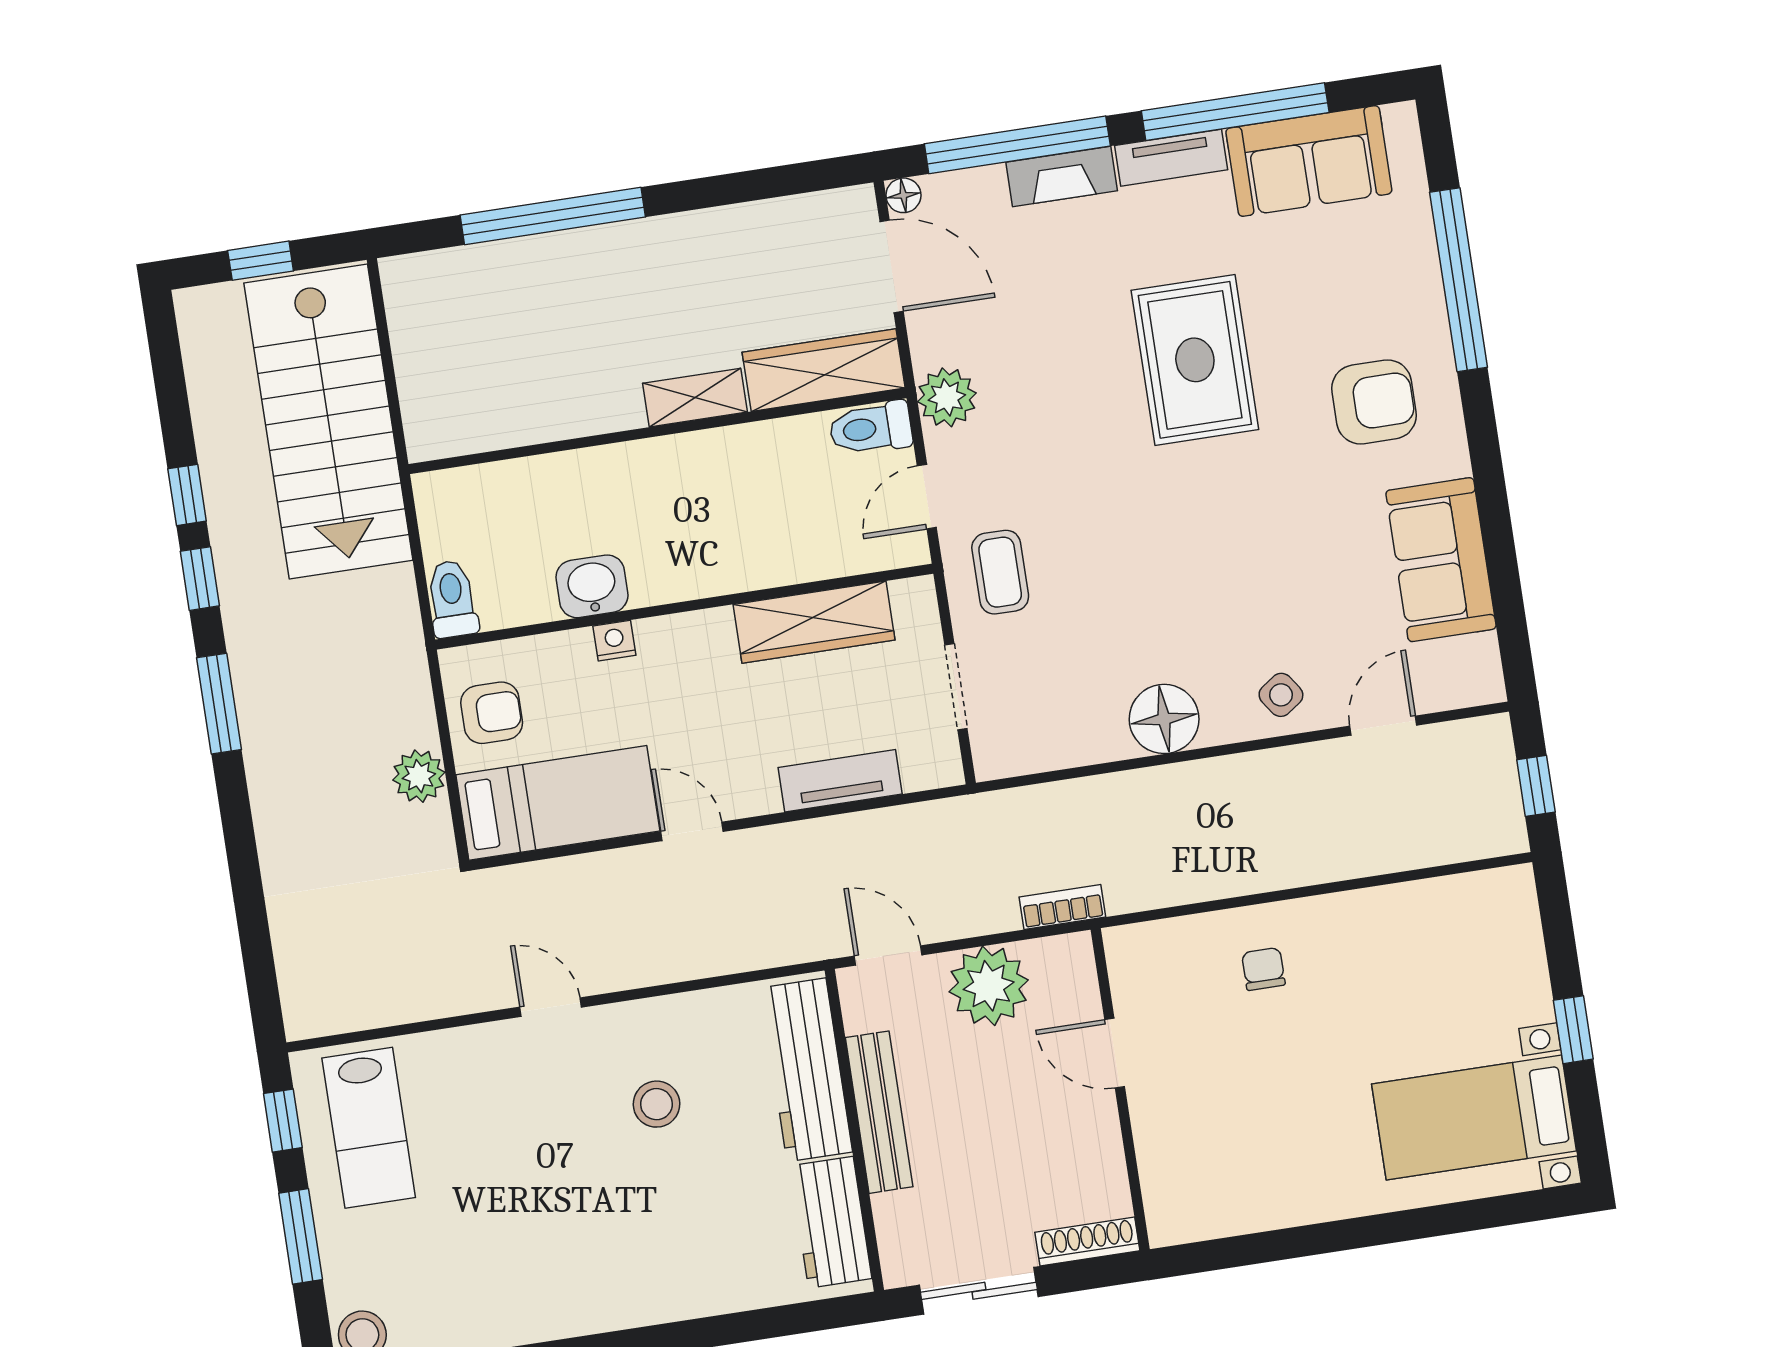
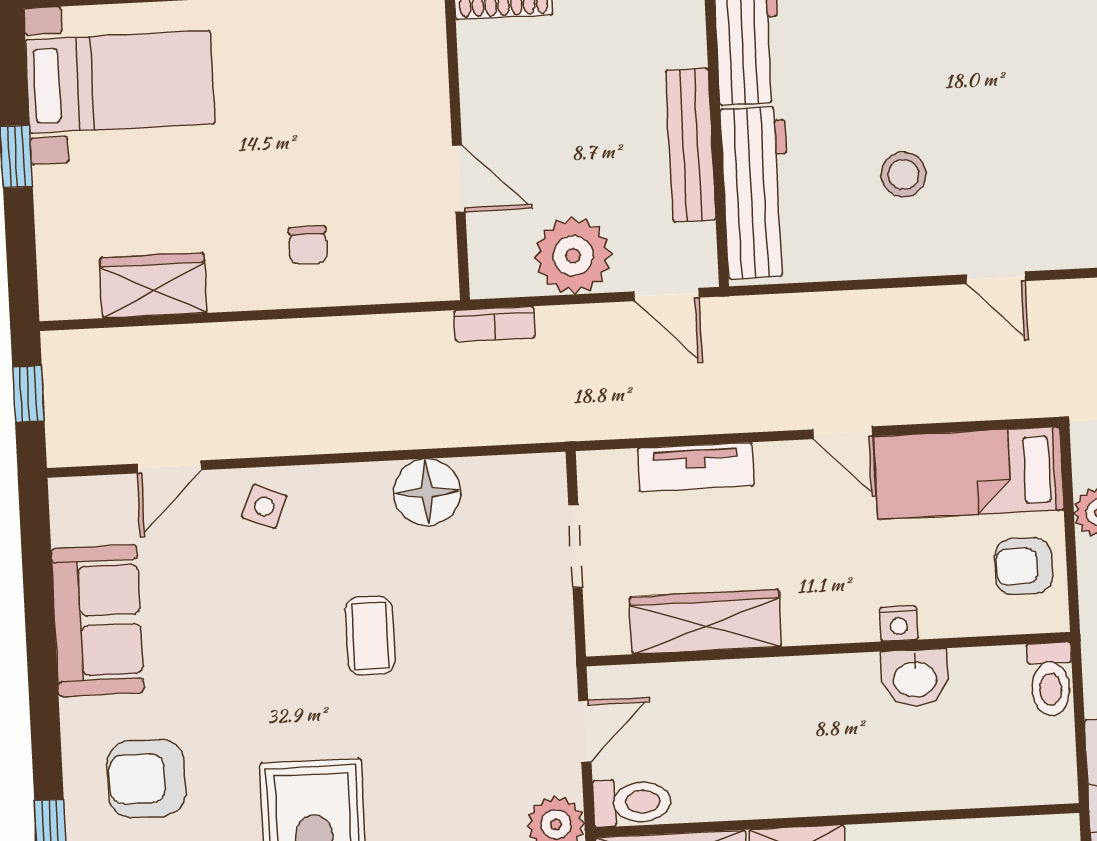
coffee table: (1000, 572) -> (370, 636), moved
side table: (1281, 695) -> (264, 506), turned -33
floor lamp: (1164, 719) -> (427, 492), moved
wardrobe: (1419, 911) -> (153, 285), added

